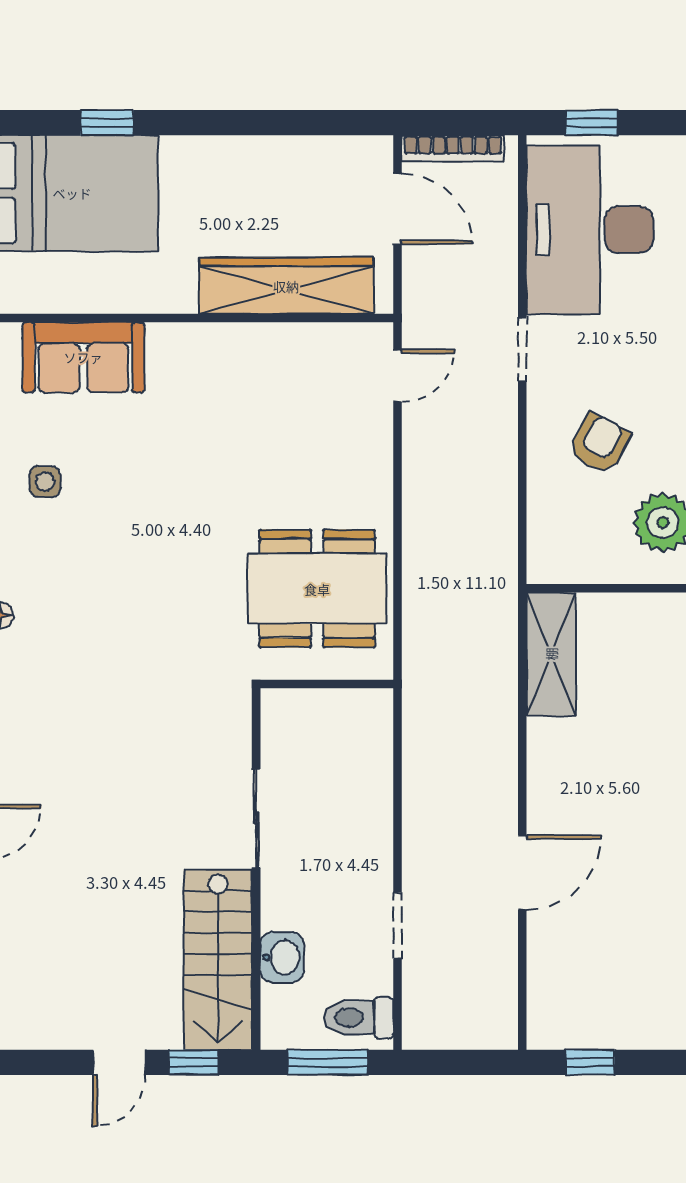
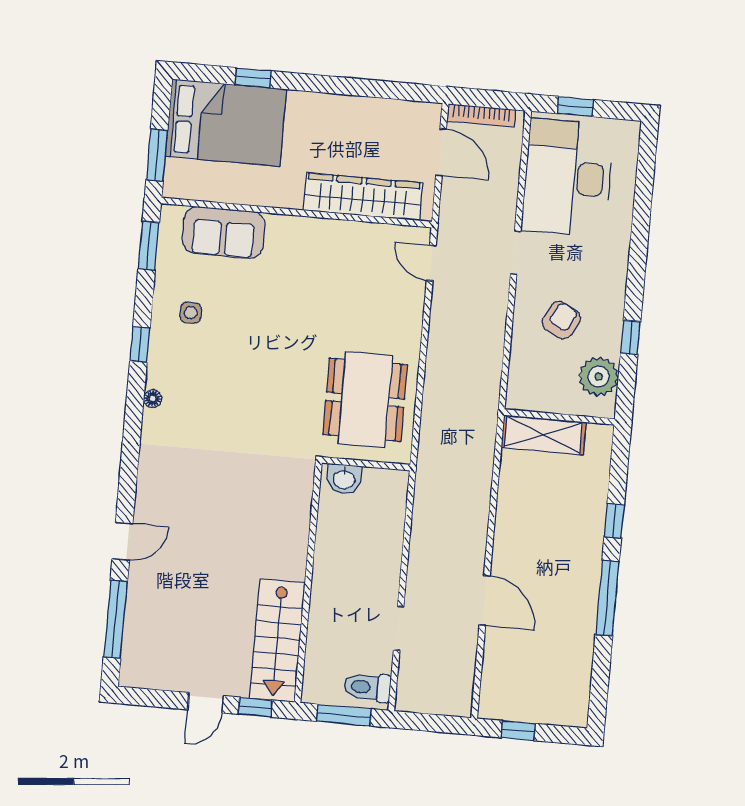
door: (398, 376) -> (431, 263), swing flipped
dining table: (317, 589) -> (365, 400), turned 90
shelving: (551, 654) -> (543, 435), moved, turned 90
sliding door: (256, 818) -> (311, 549), removed
door: (522, 872) -> (485, 600), hinge flipped
washbasin: (282, 957) -> (344, 479), moved, turned 90

